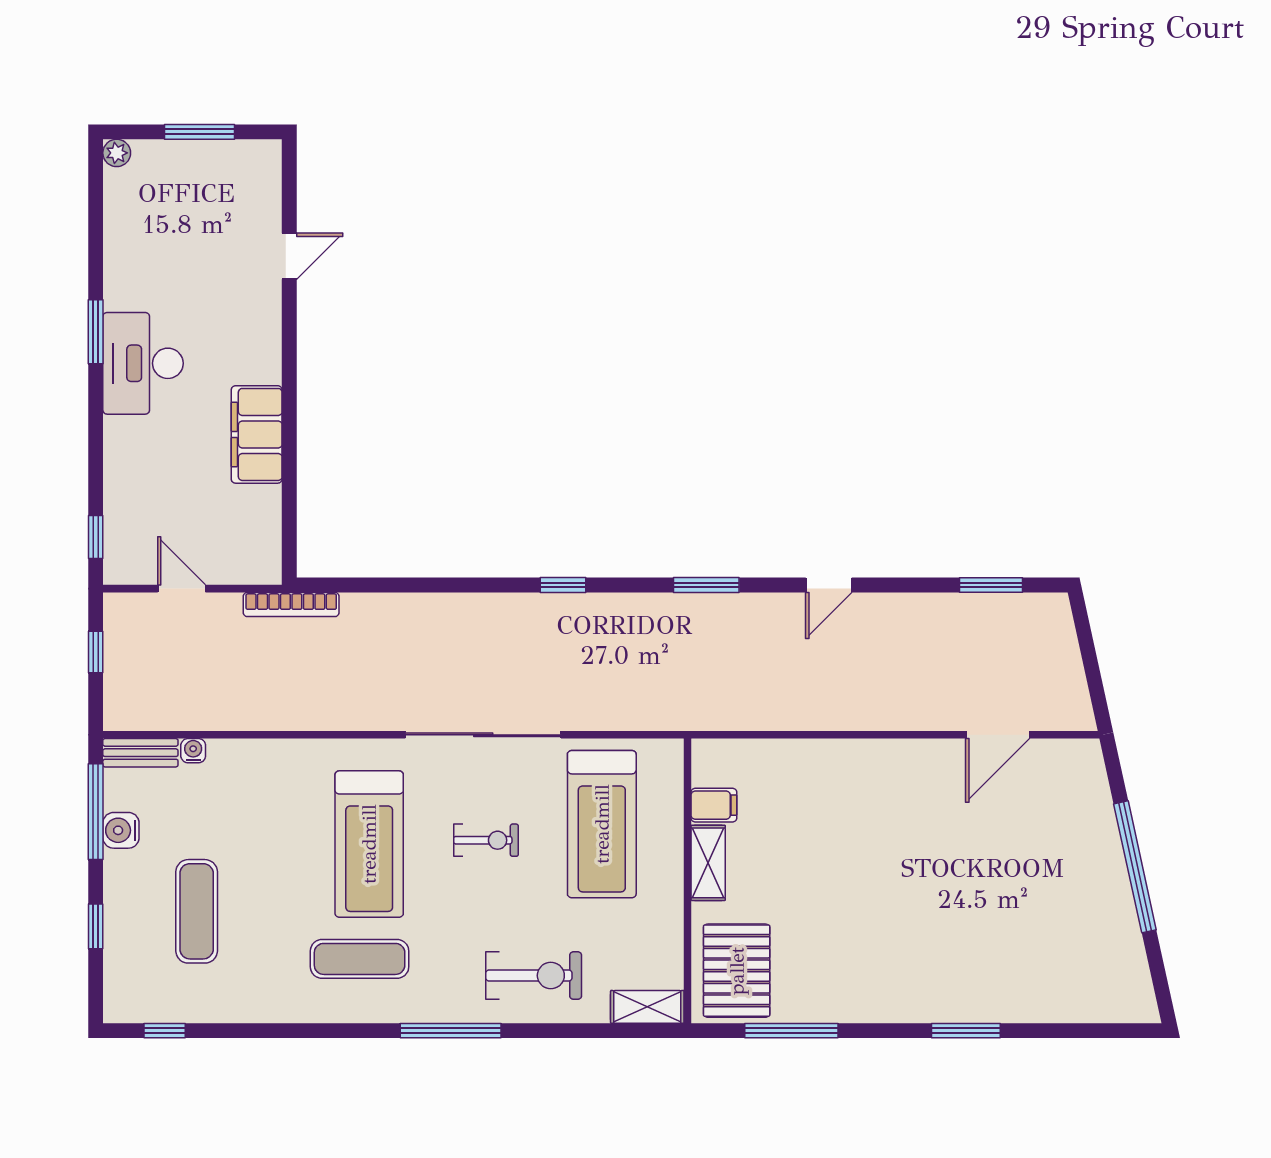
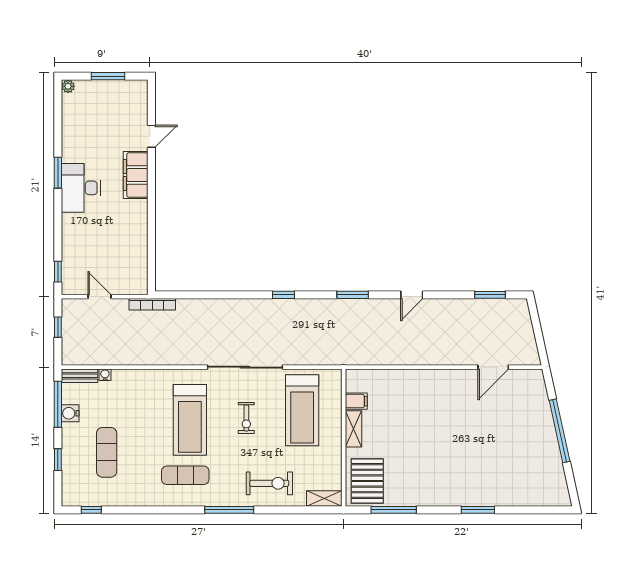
filing cabinet: (257, 434) -> (136, 175), moved
exercise bike: (486, 840) -> (246, 418), turned 90

